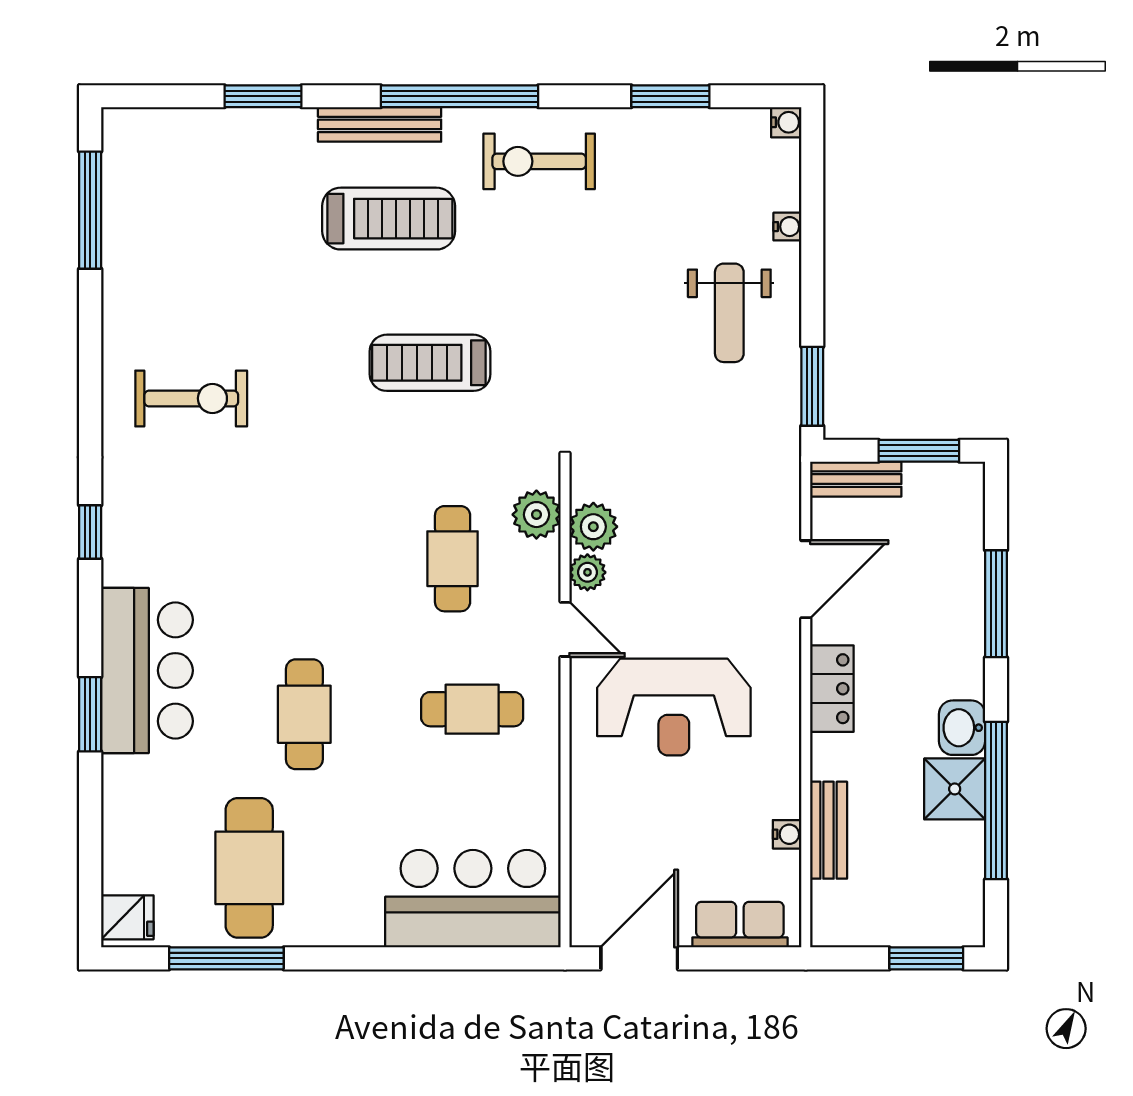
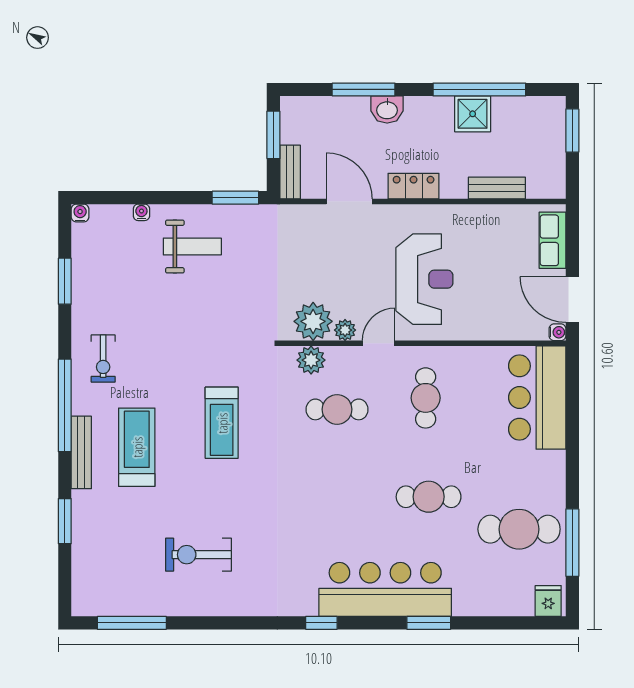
exercise bike: (539, 161) -> (103, 359), width x0.73, depth x0.72
exercise bike: (191, 398) -> (199, 555), moved, turned -90
plant: (593, 527) -> (313, 321), width x1.36, depth x1.36
bar counter: (147, 670) -> (385, 589), width x1.36
washbasin: (962, 728) -> (387, 109), moved
water cooler: (787, 834) -> (558, 332), moved, turned 90

